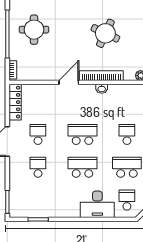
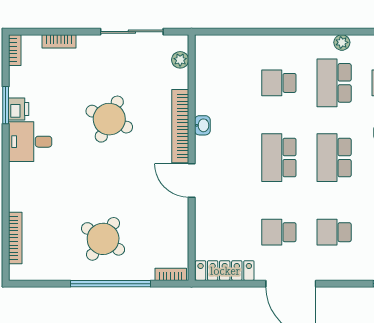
round table: (34, 30) -> (103, 239), turned 34

